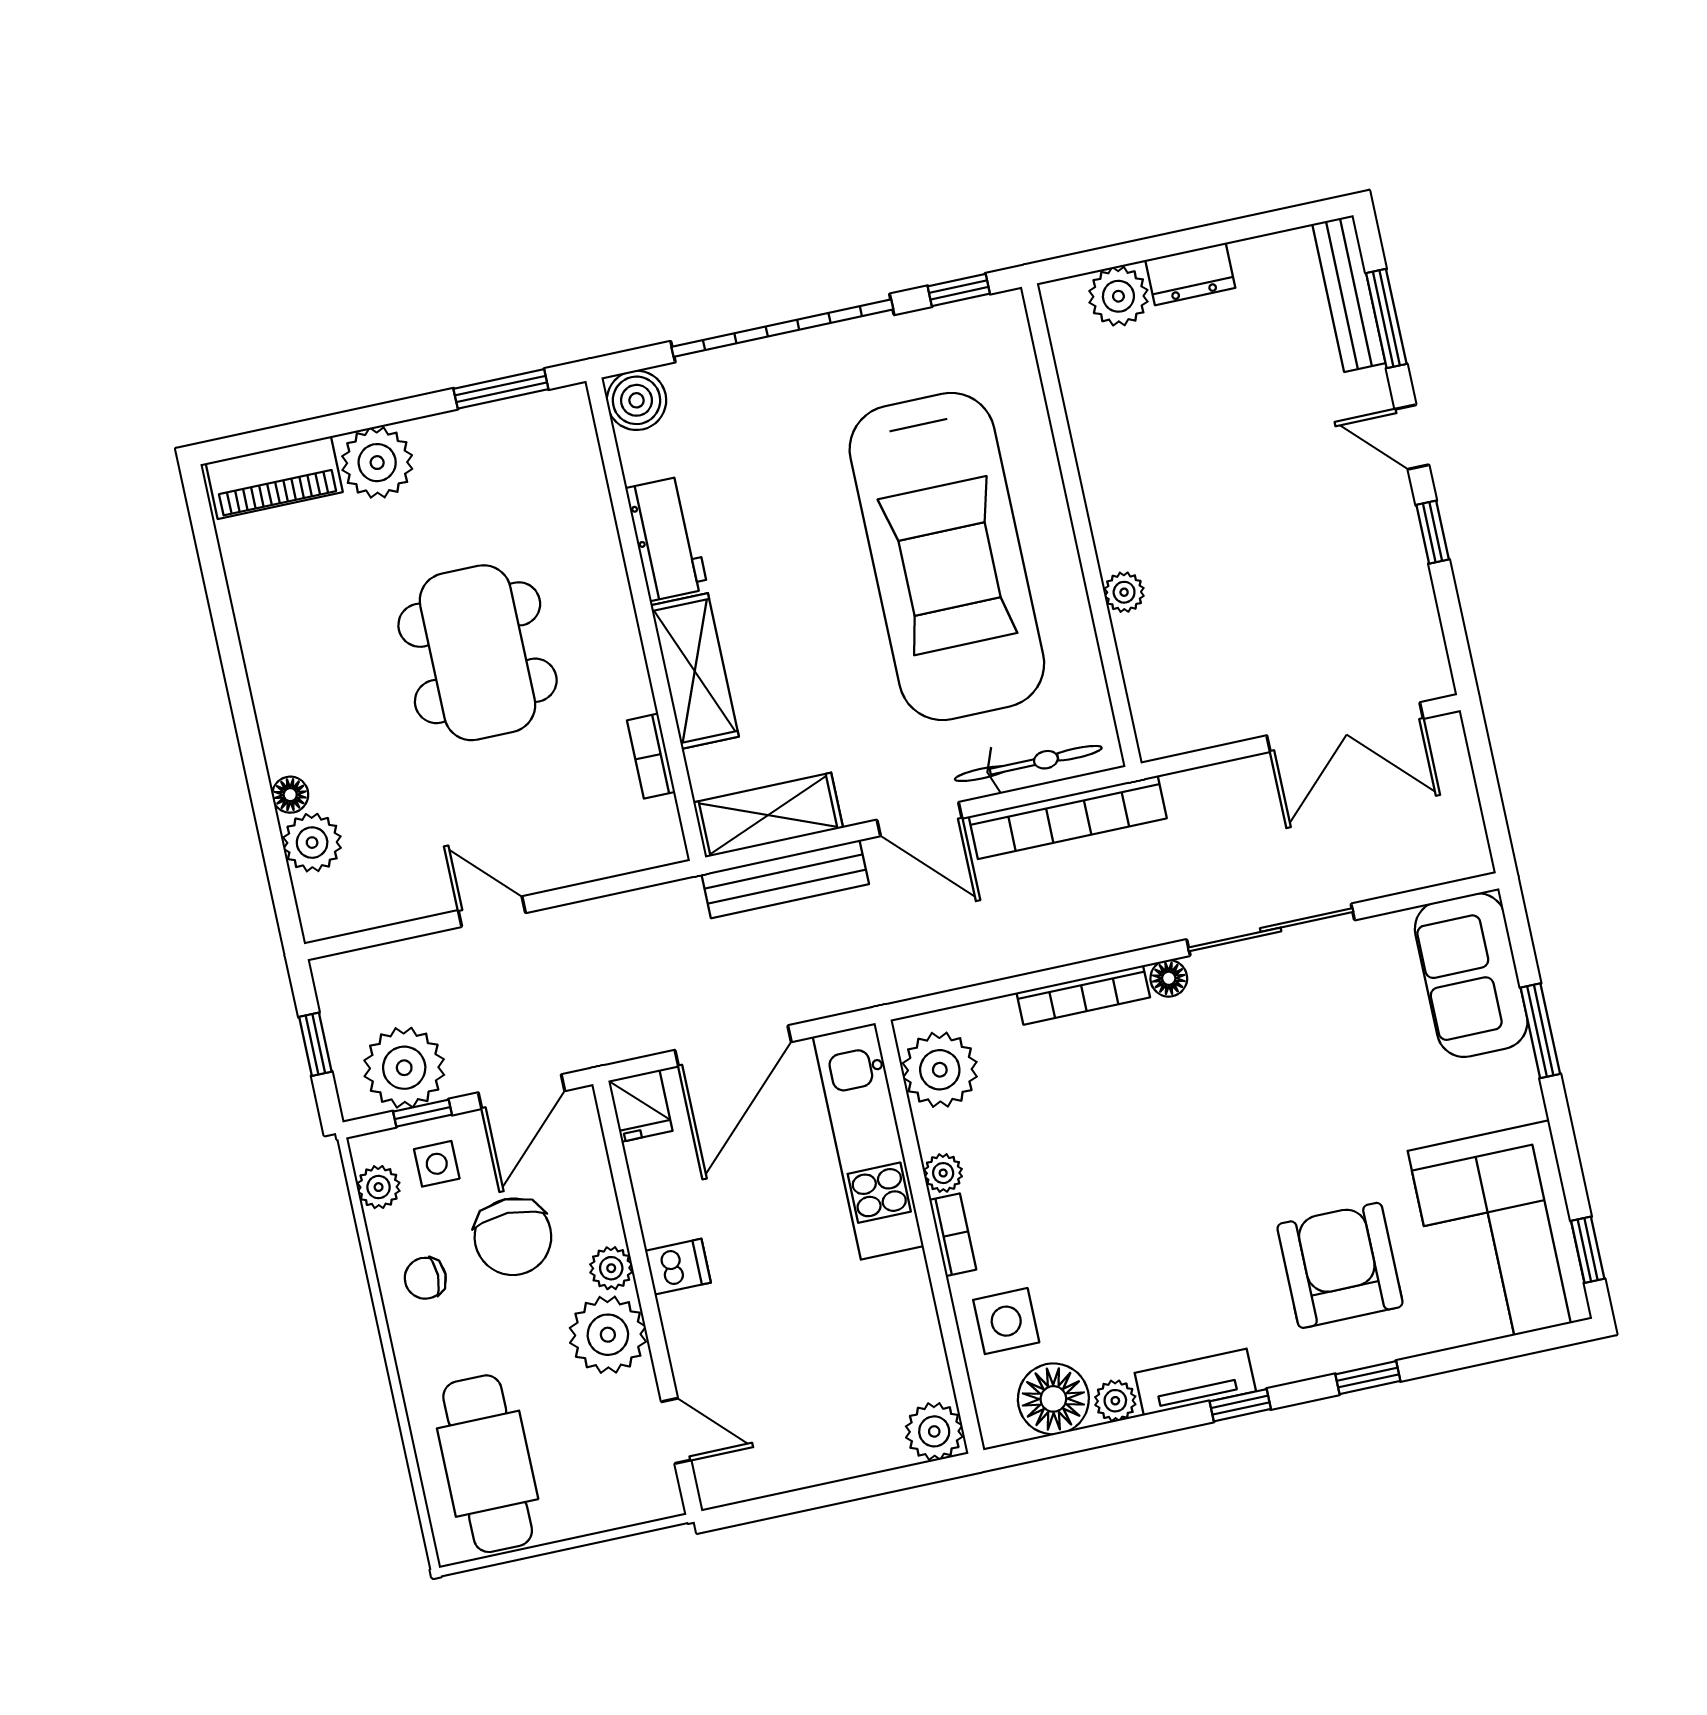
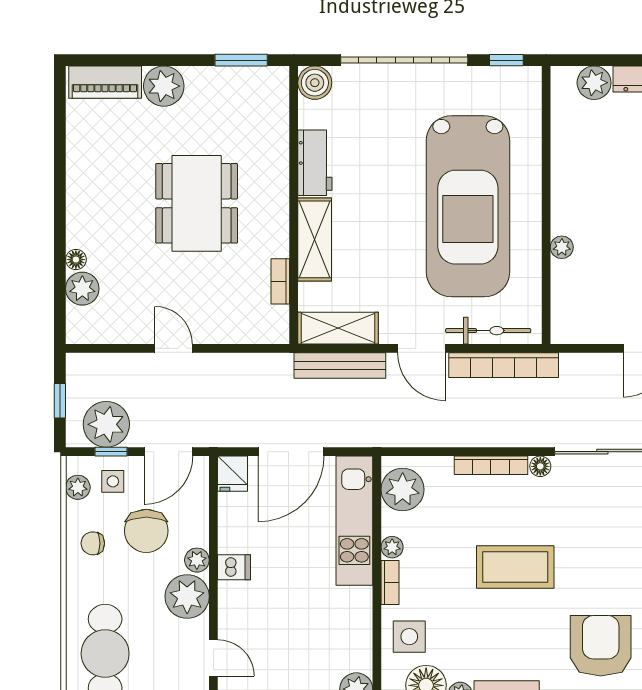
coffee table: (1163, 1161) -> (515, 567), added

